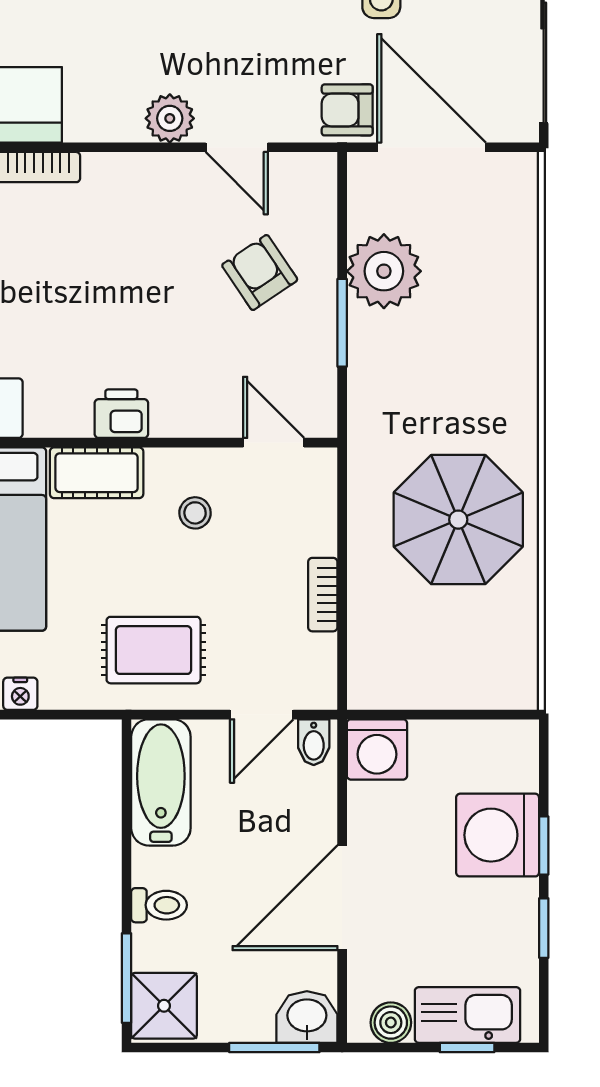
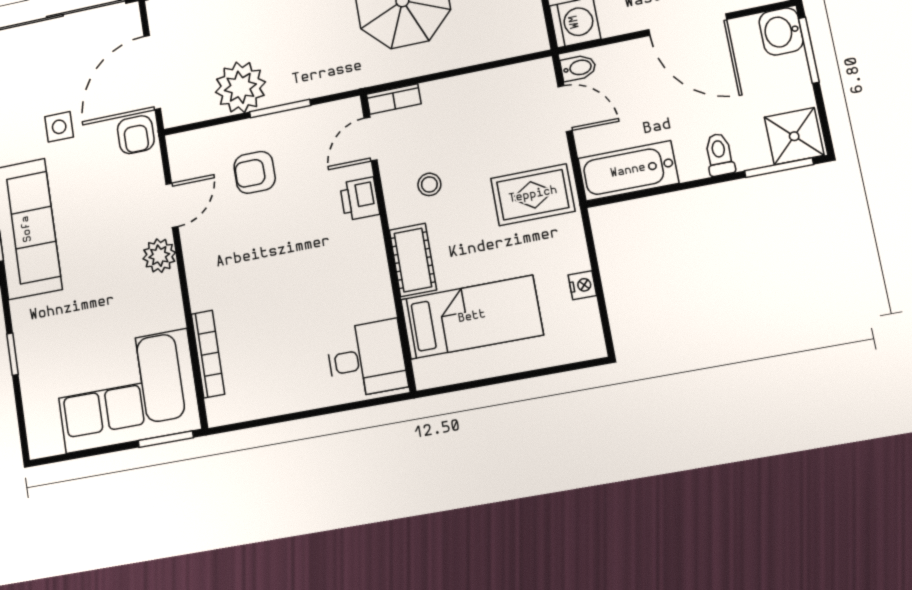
armchair: (260, 273) -> (255, 172), turned 34
printer: (121, 414) -> (360, 199), moved
bookcase: (323, 595) -> (394, 99), moved
rug: (154, 650) -> (533, 195), turned 90

